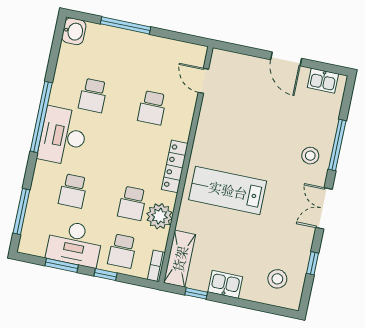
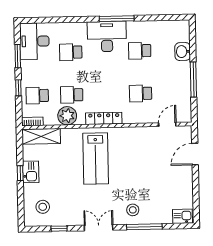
window: (125, 25) -> (193, 80), moved
washbasin: (74, 31) -> (183, 52), moved, turned 90
door: (286, 59) -> (195, 154), moved
kitchen sink: (323, 81) -> (183, 216), moved, turned 90
window: (41, 117) -> (117, 19), width x0.68
lab bench: (228, 190) -> (96, 159), turned 180
window: (21, 211) -> (48, 20), removed
desk: (75, 243) -> (34, 41), moved
window: (196, 293) -> (20, 173), moved

